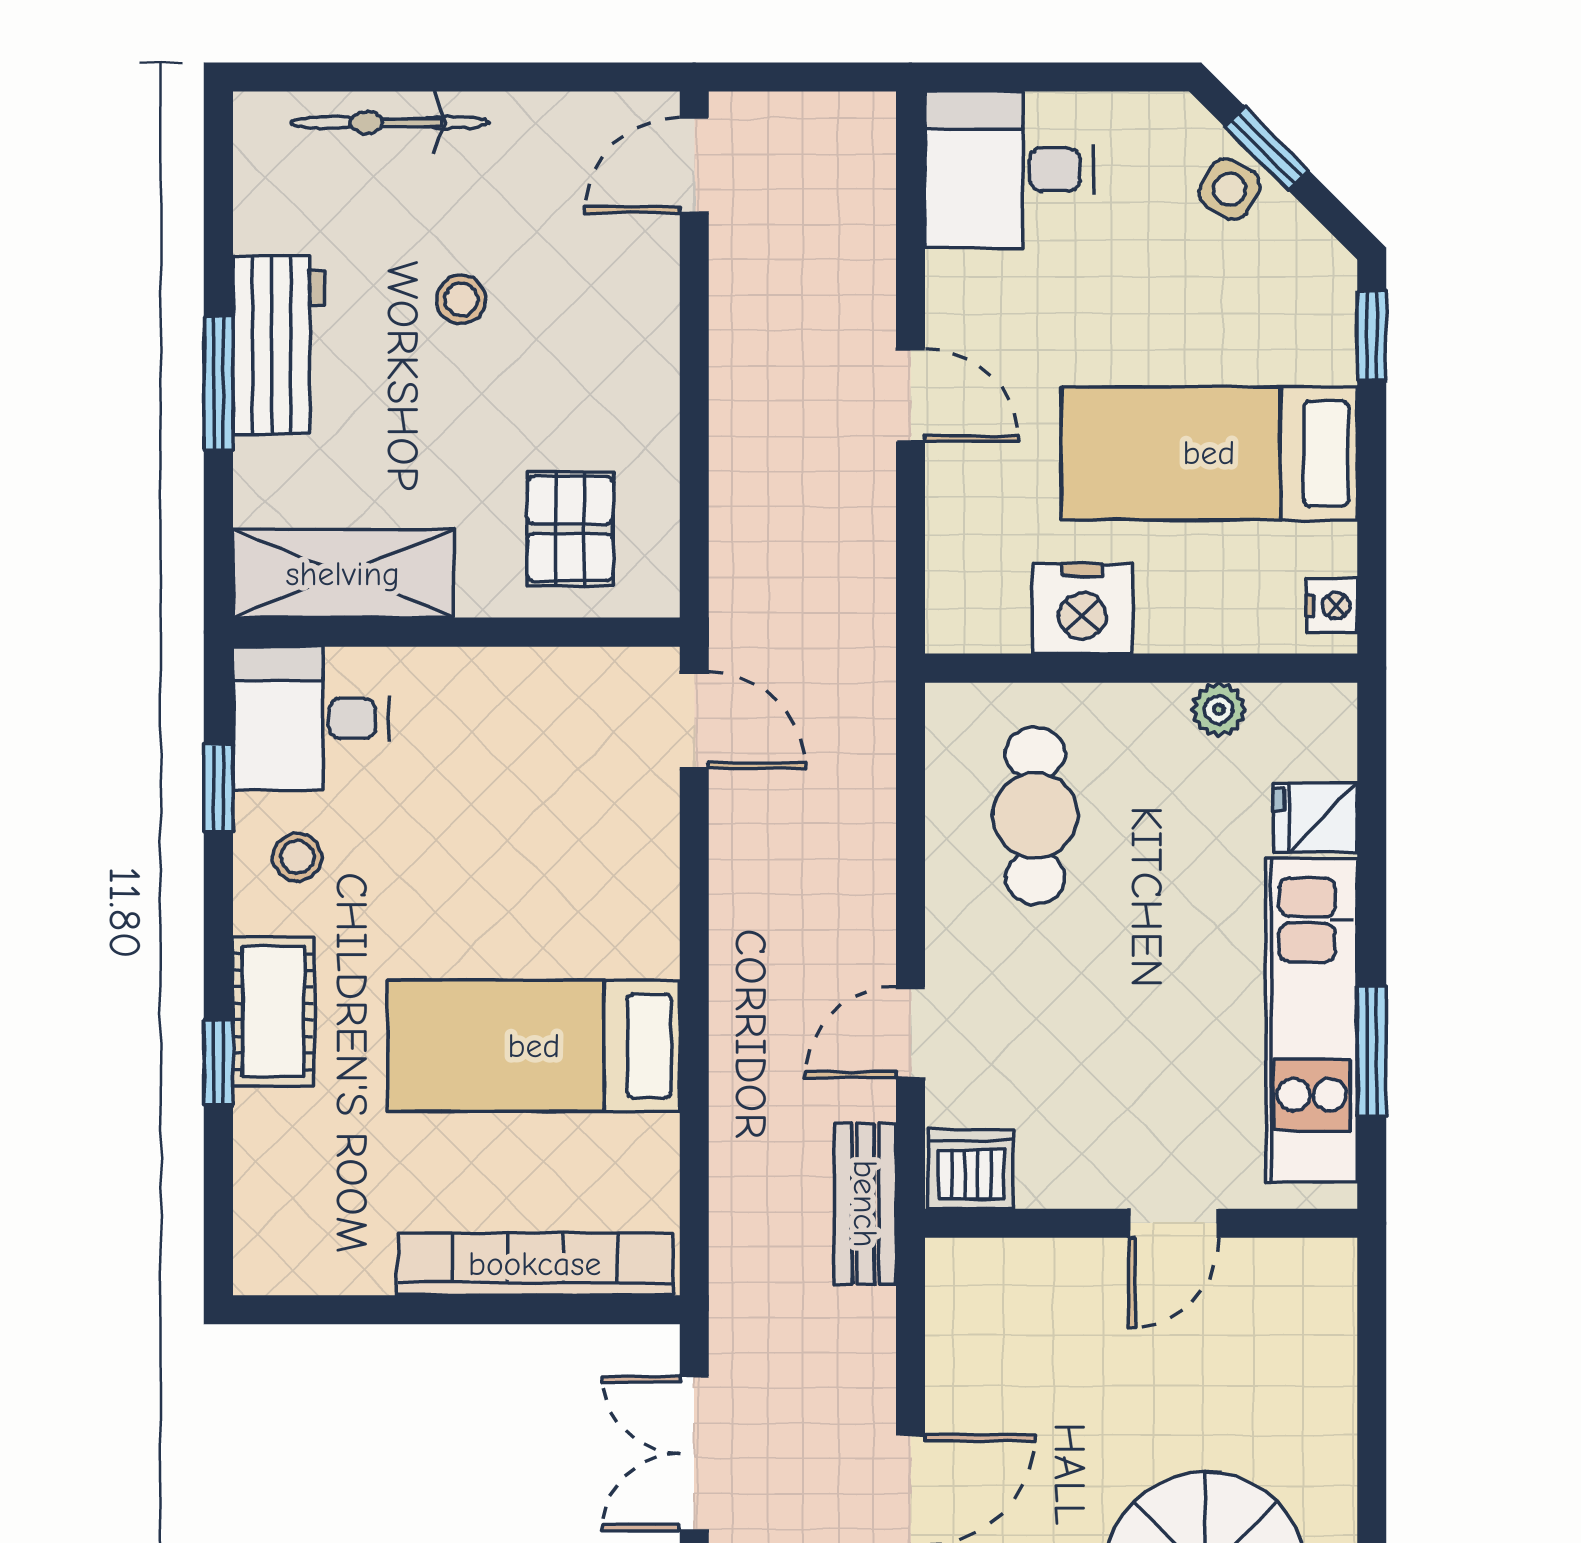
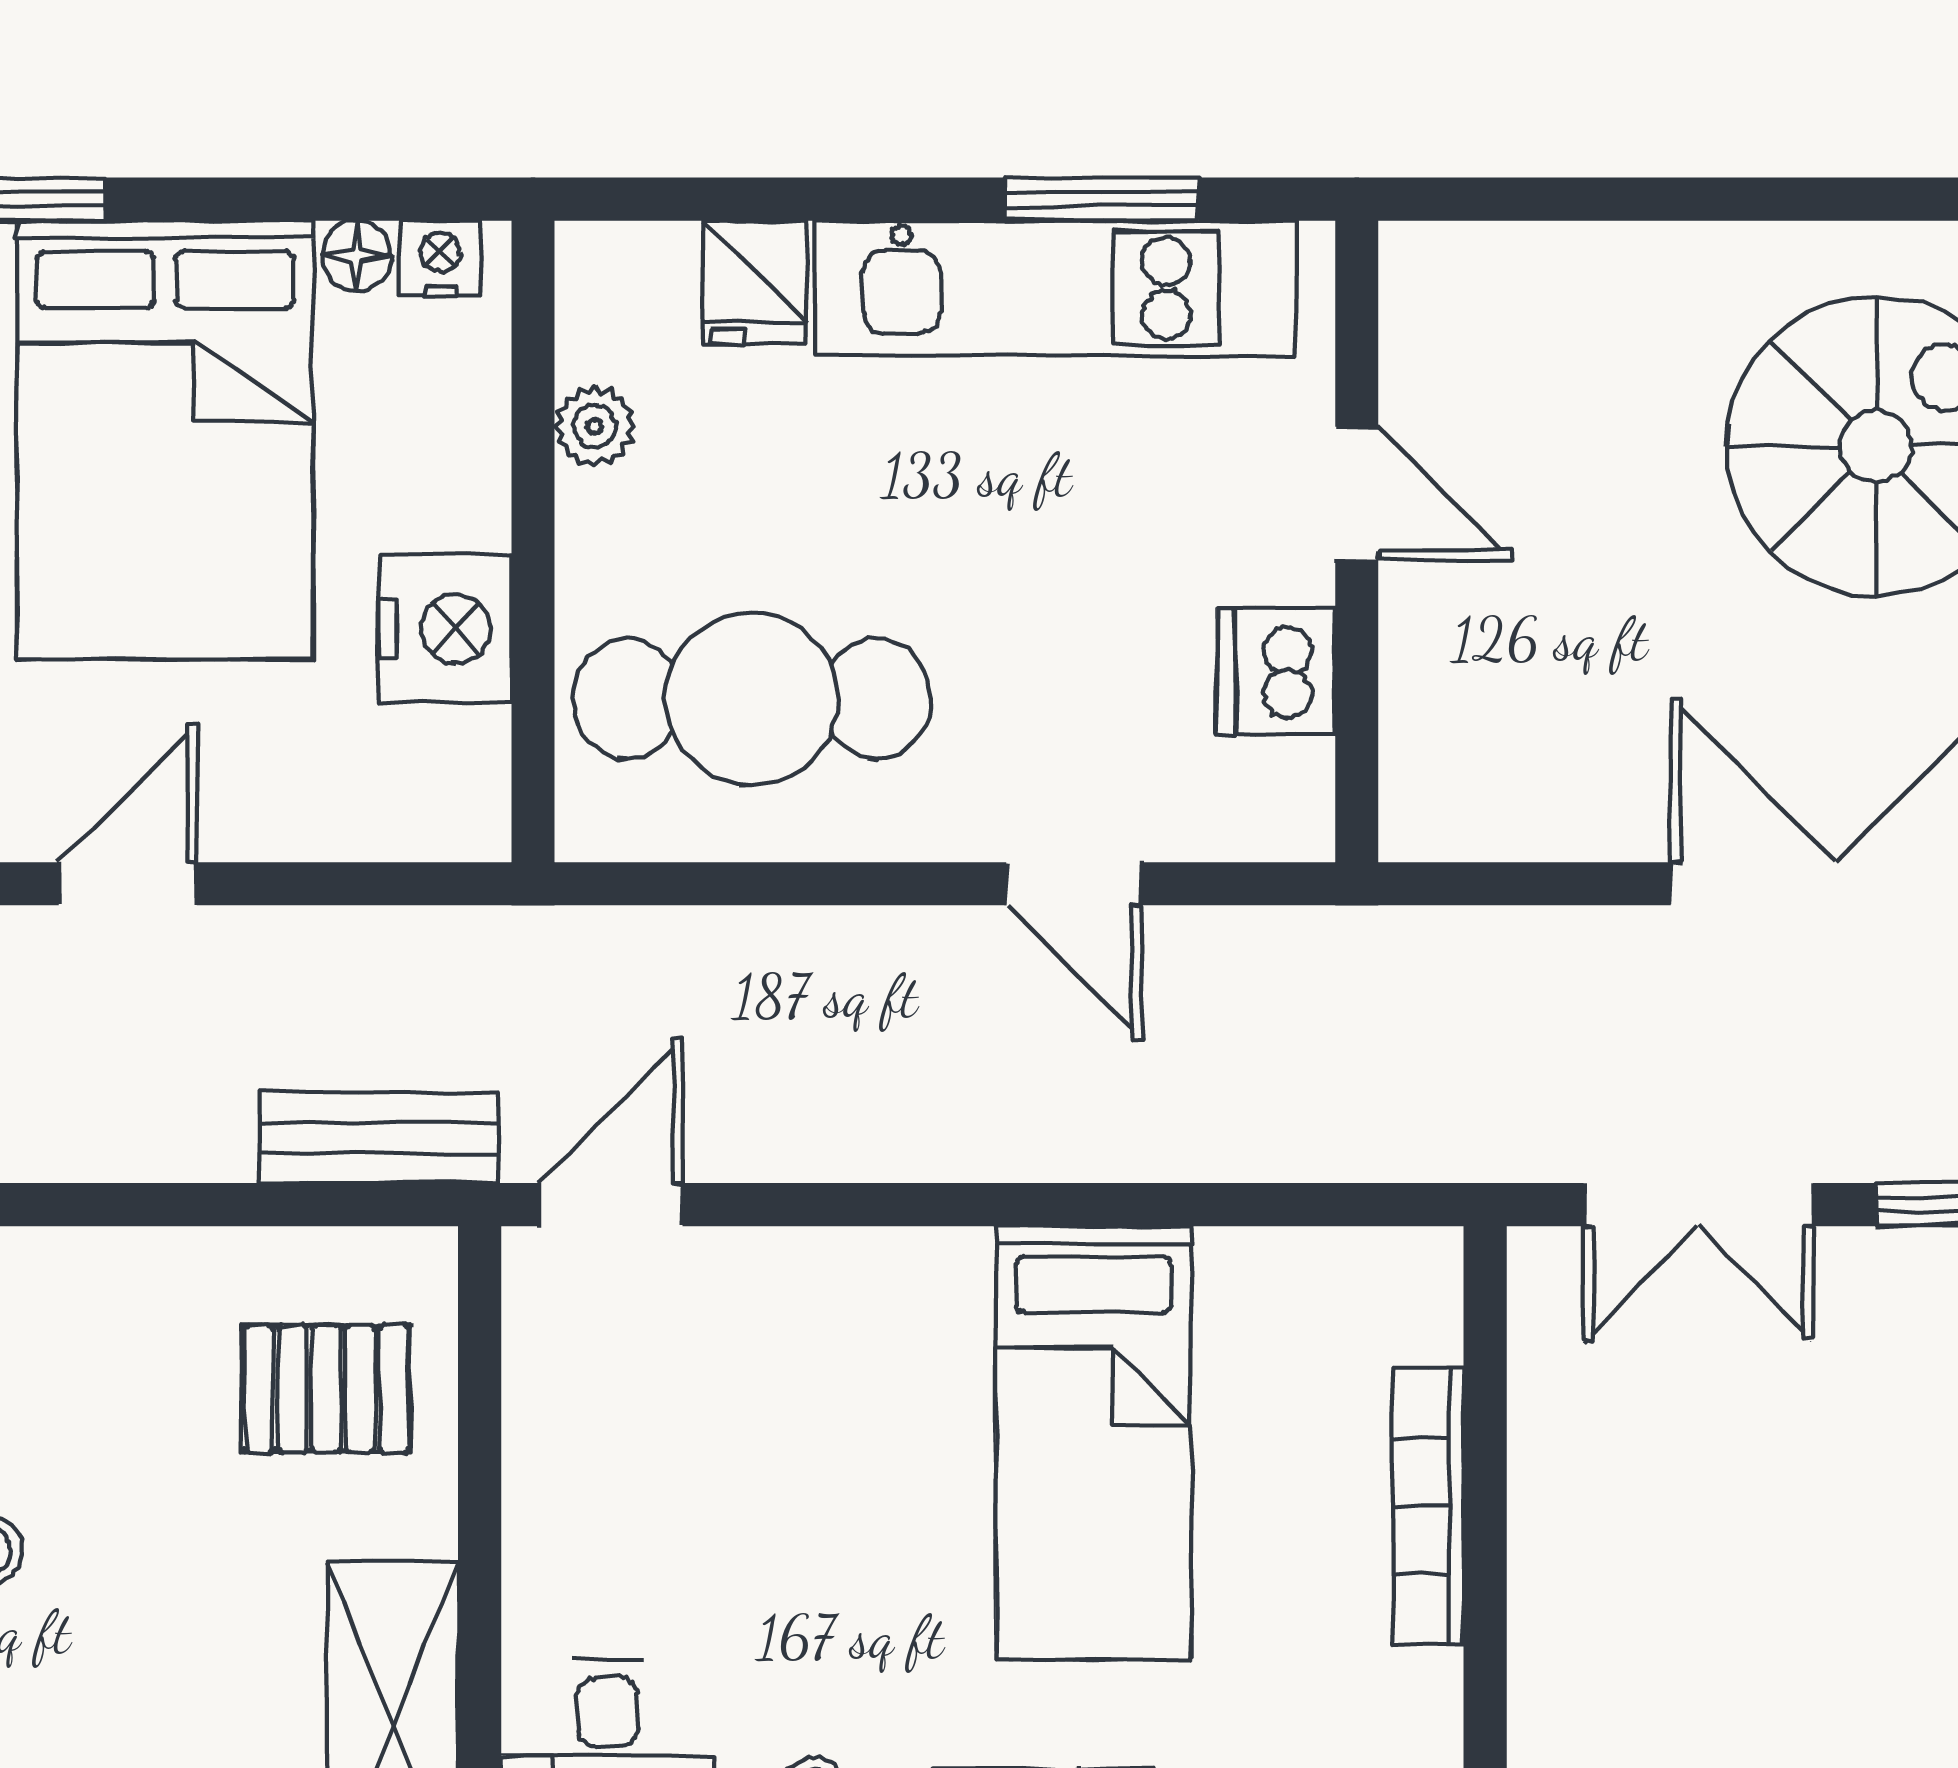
bed: (1209, 453) -> (165, 440), width x1.50
floor lamp: (1334, 549) -> (357, 255), added
cafe table: (1035, 815) -> (752, 699), width x1.37, depth x1.35
dishwasher: (971, 1169) -> (1276, 671), moved
bench: (865, 1204) -> (379, 1138), moved
bookcase: (535, 1264) -> (1428, 1507), width x0.68, depth x0.76

